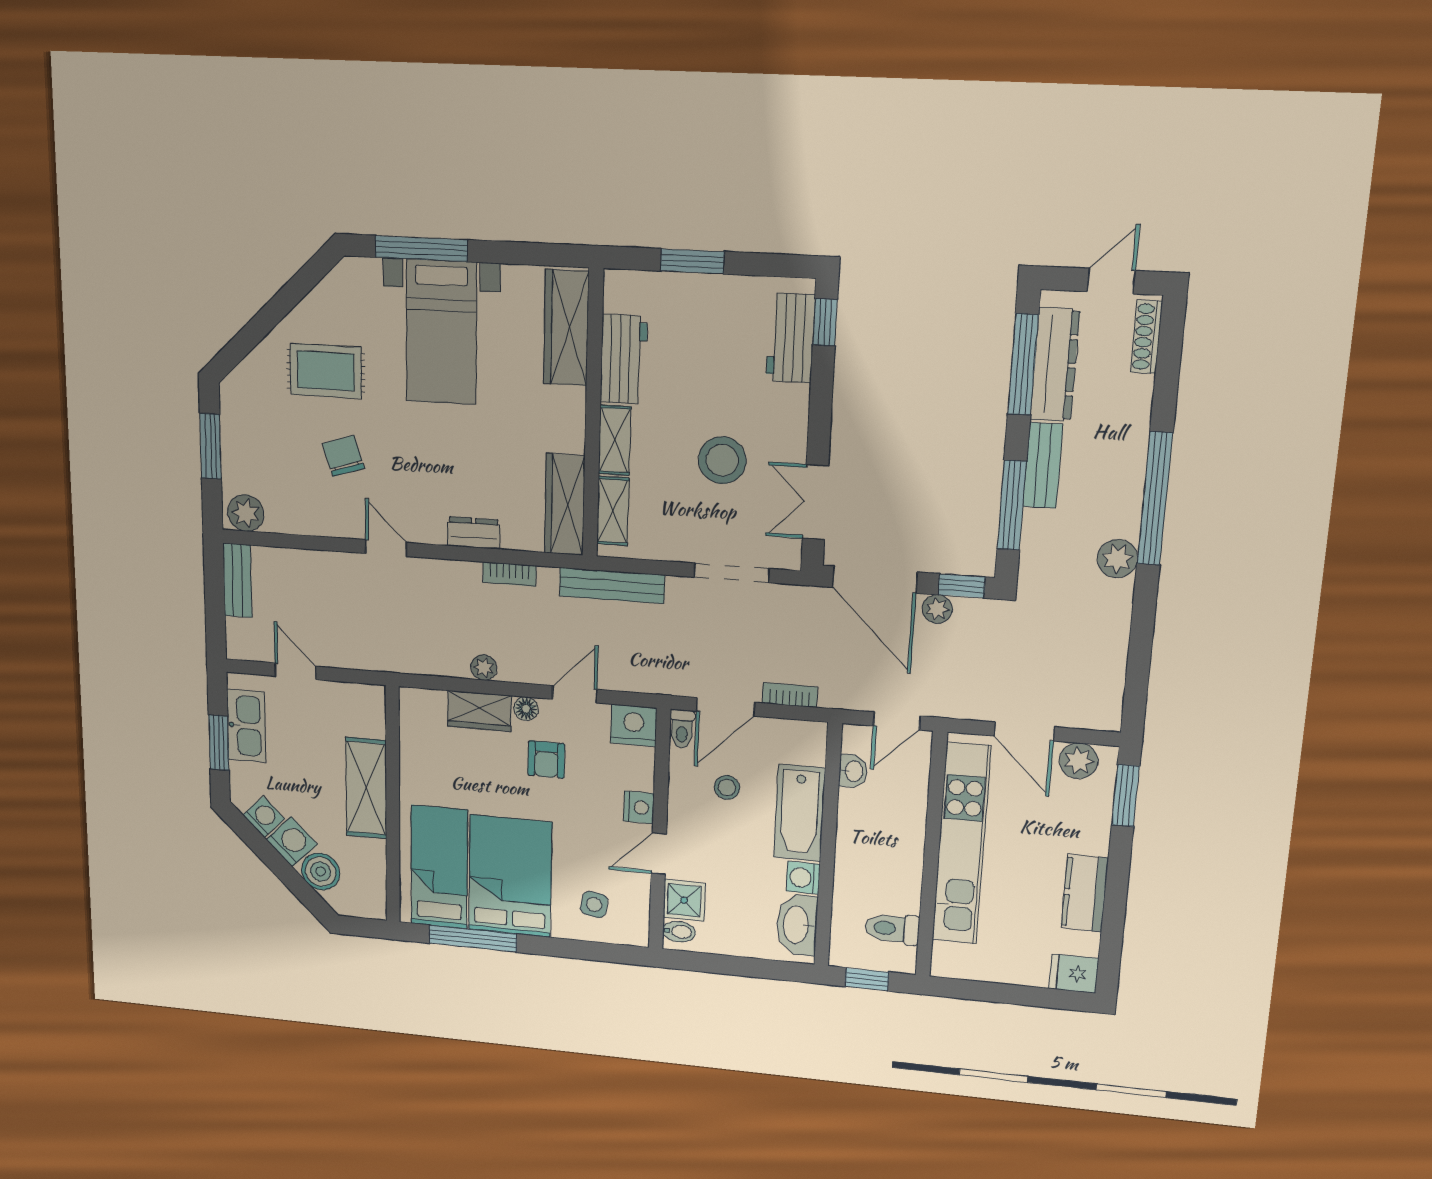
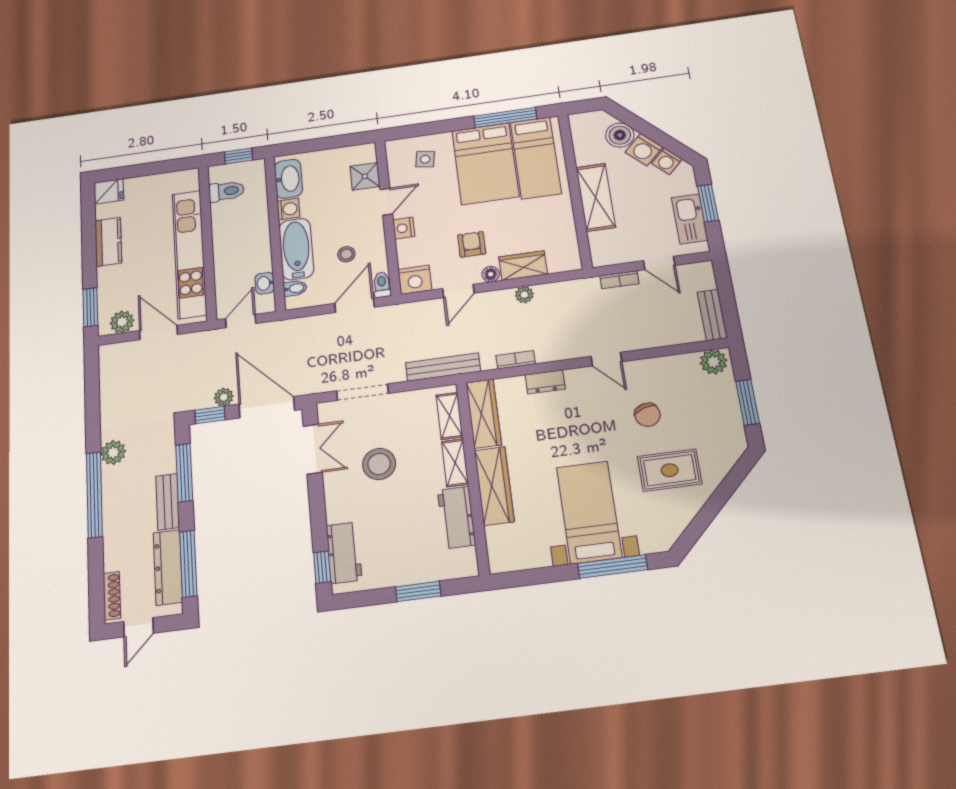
wardrobe: (566, 328) -> (494, 486), moved
bookcase: (790, 695) -> (619, 280), moved
bidet: (679, 932) -> (295, 288), moved, turned 180

